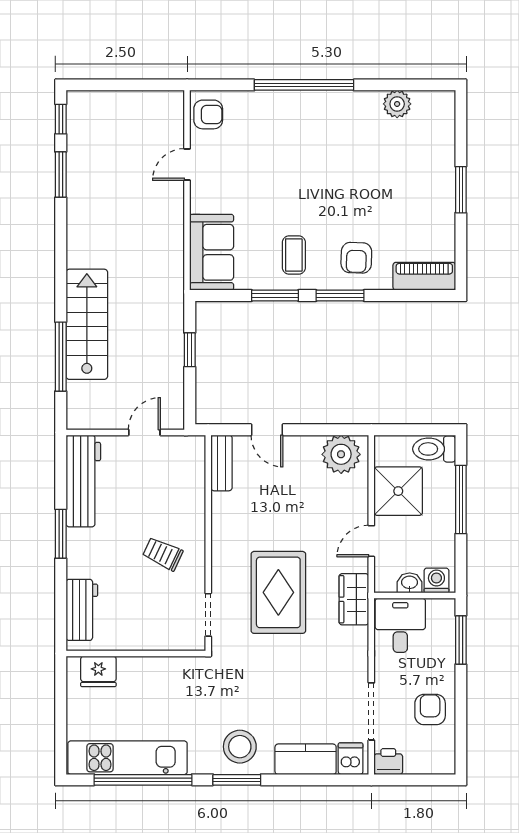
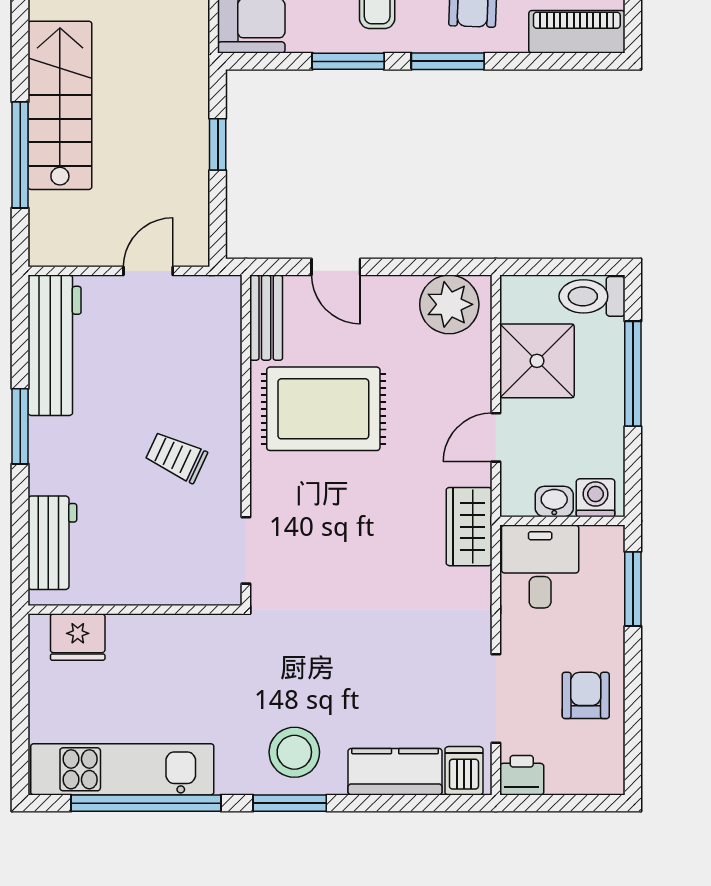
rug: (278, 592) -> (323, 409), moved, turned 90

